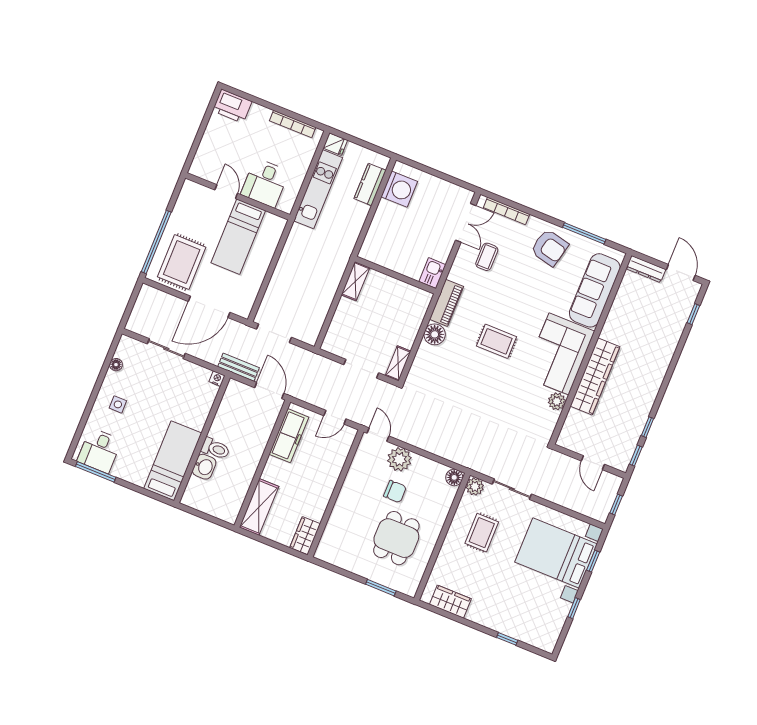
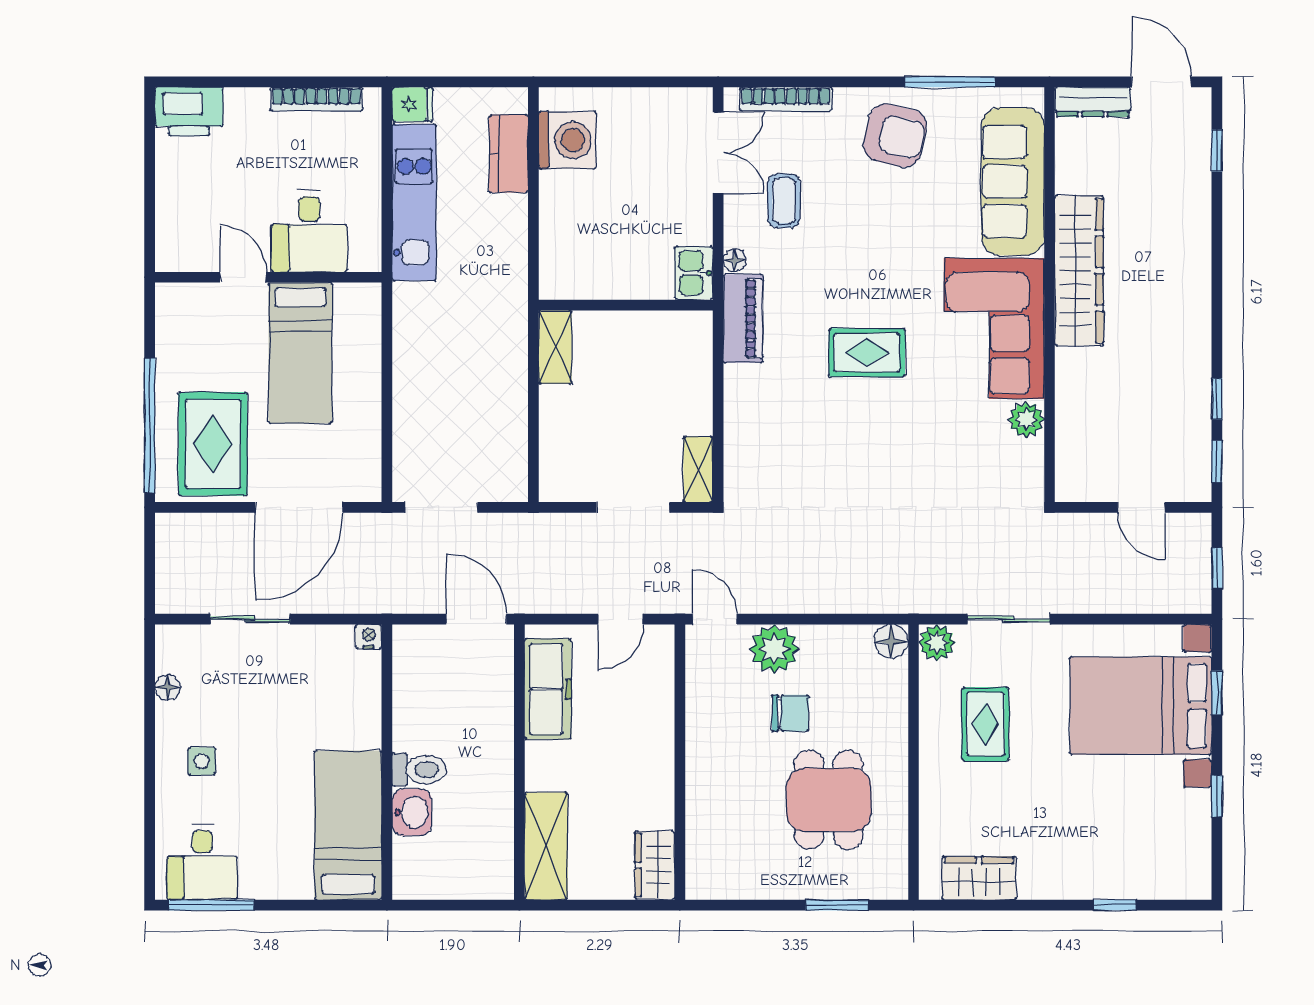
floor lamp: (435, 334) -> (735, 260), moved, width x0.53, depth x0.53
bench: (238, 367) -> (401, 599), removed
wardrobe: (595, 376) -> (1079, 271), moved

